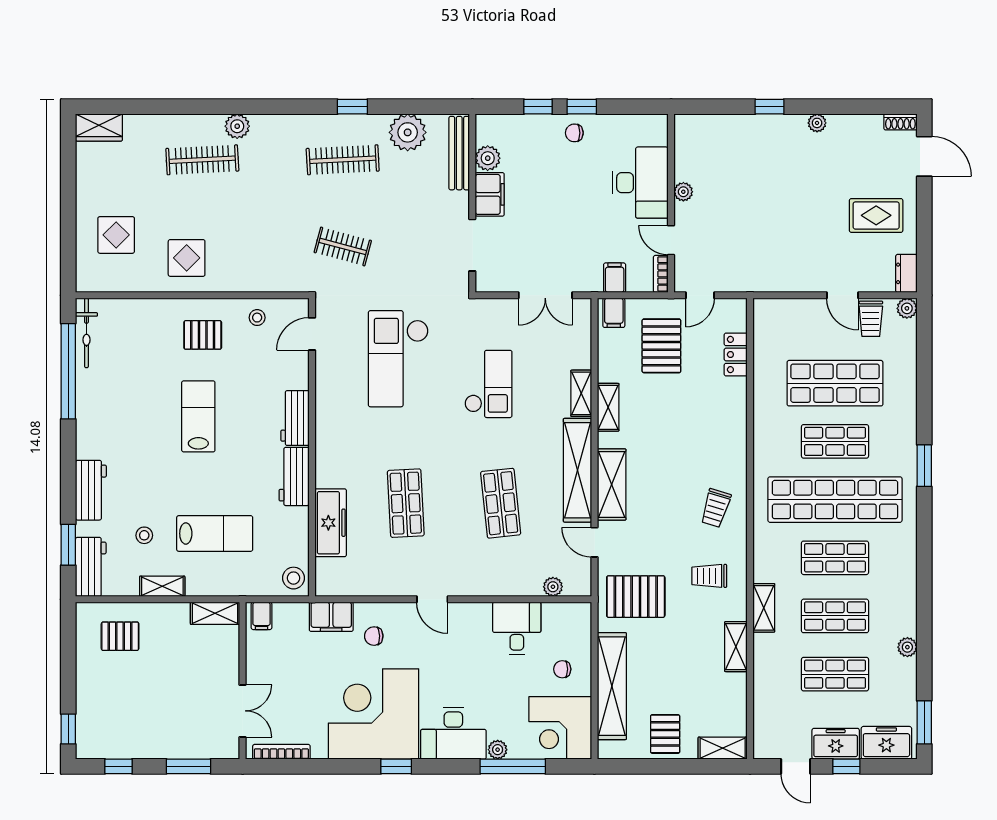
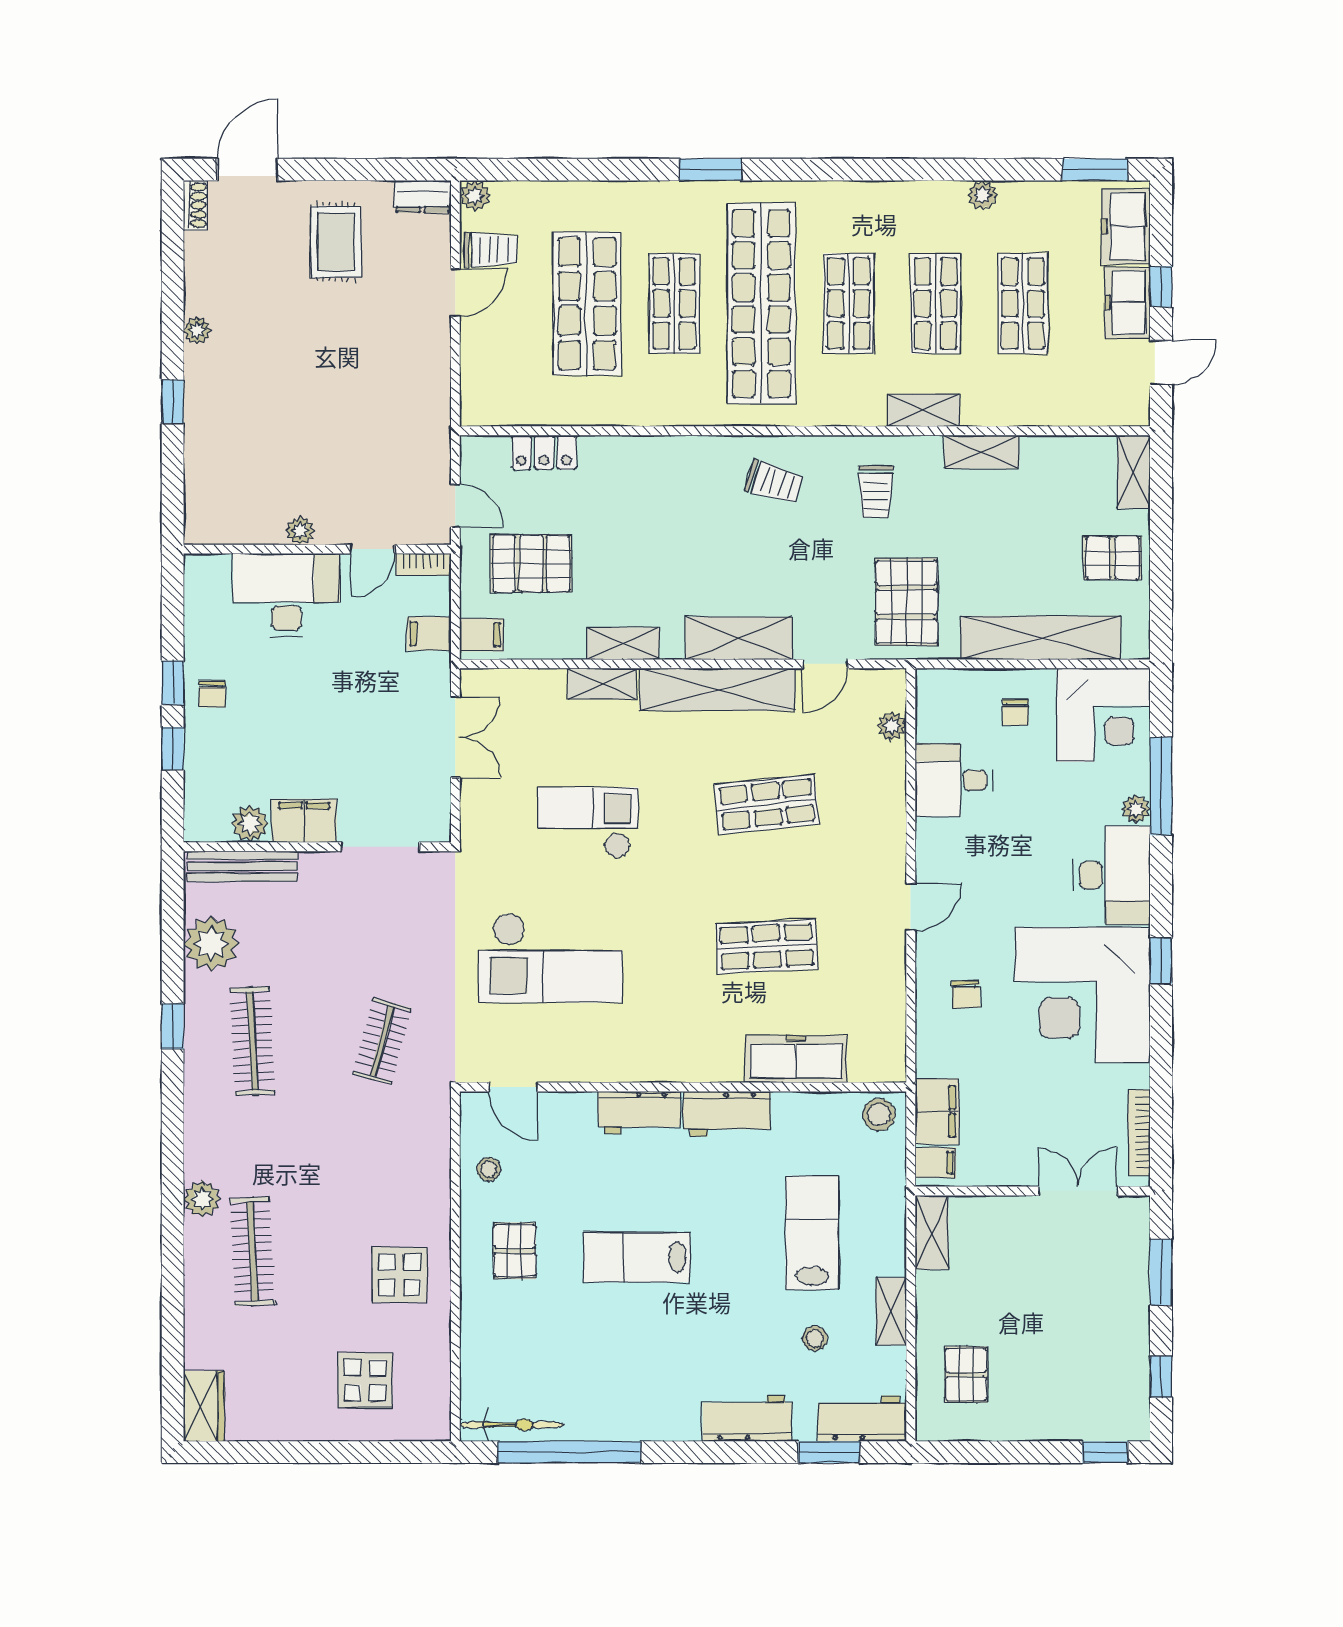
filing cabinet: (331, 617) -> (937, 1111), moved

